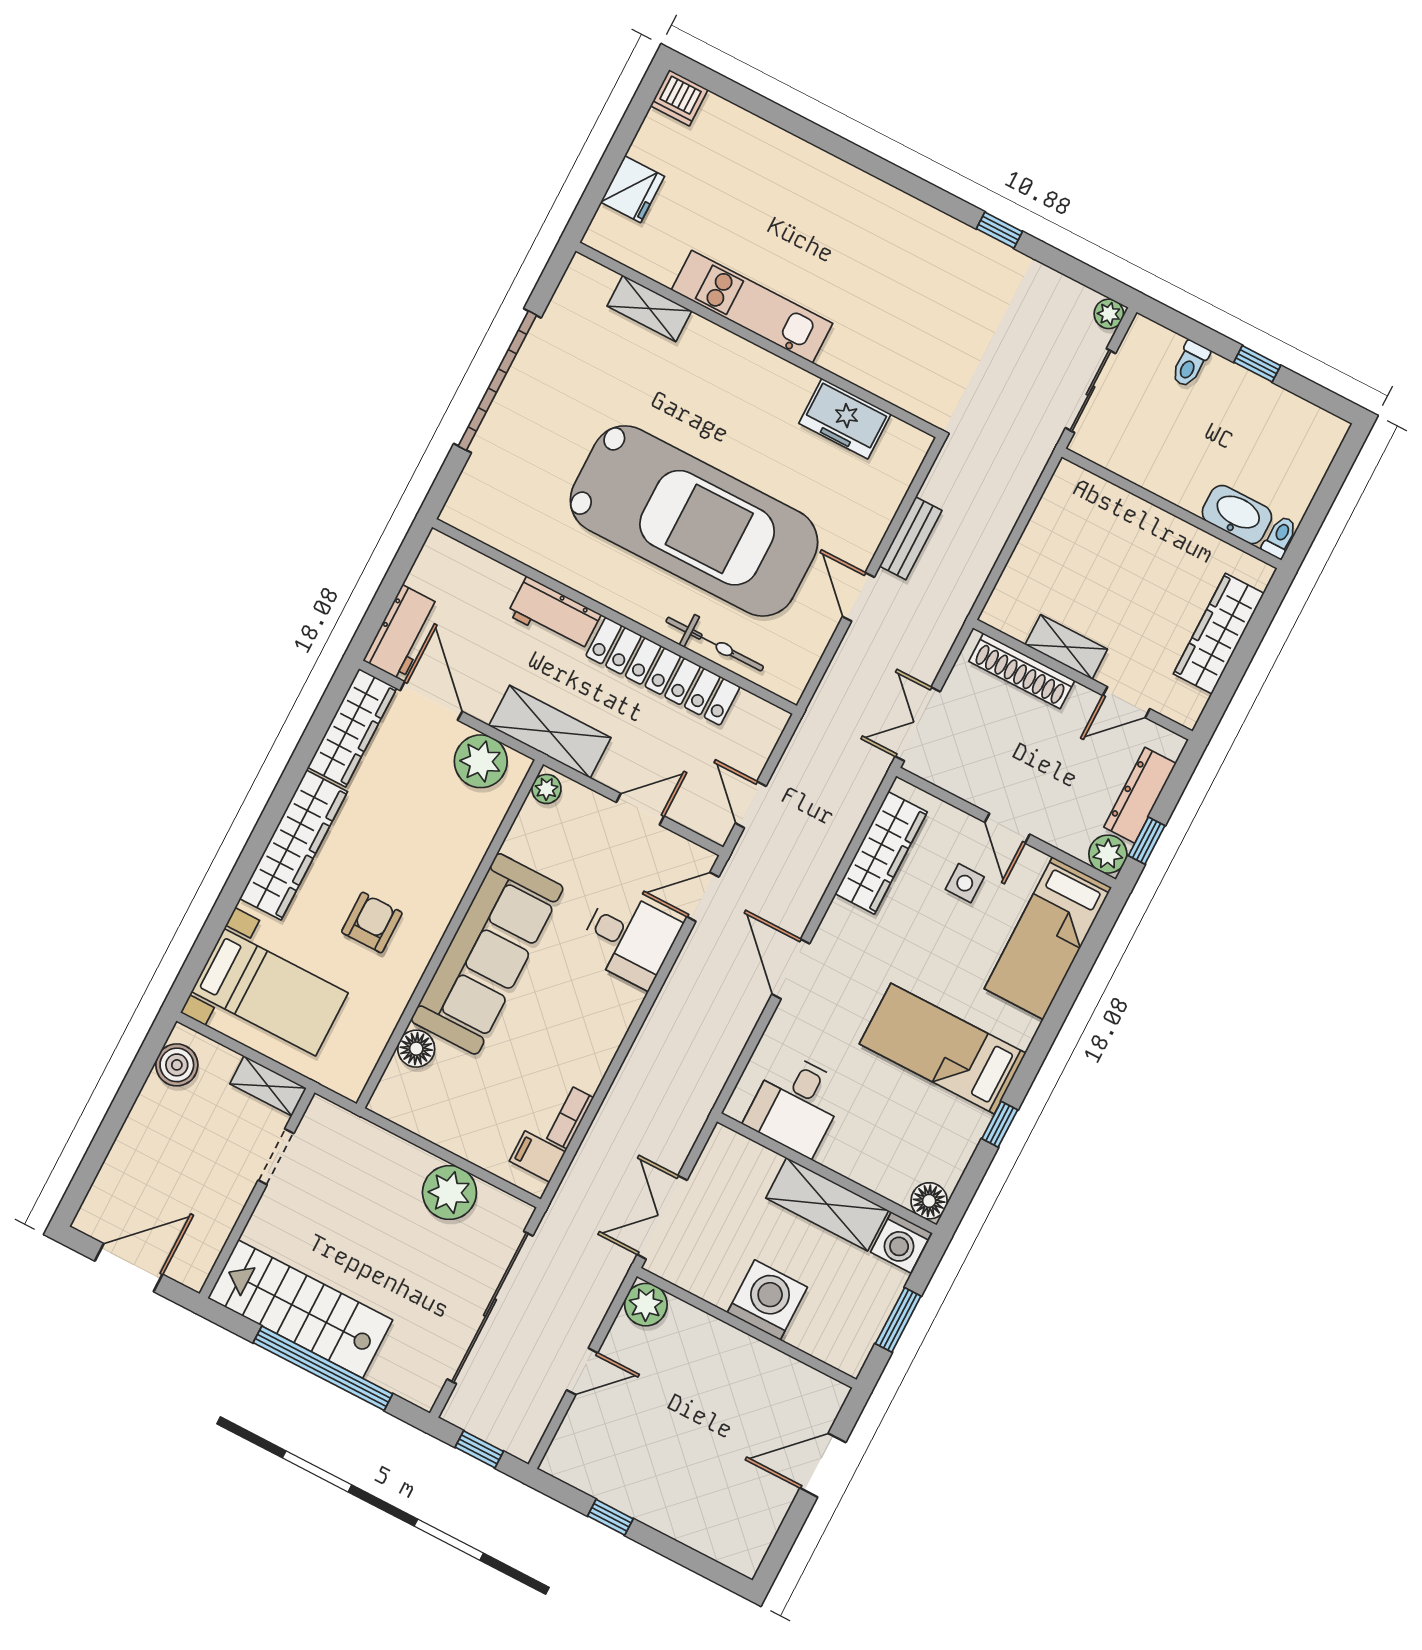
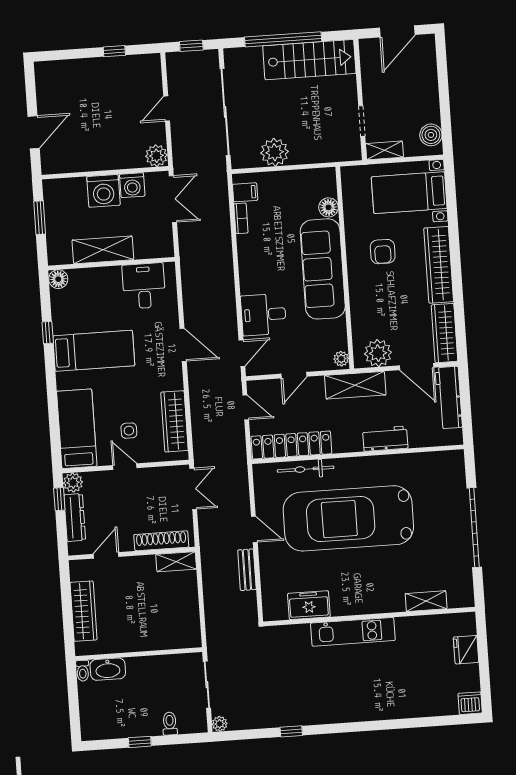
kitchen unit: (752, 307) -> (353, 632), moved
workbench: (402, 633) -> (449, 398), width x1.38
shelving: (1066, 647) -> (176, 562), moved
locker: (663, 671) -> (291, 445), moved
washing machine: (901, 1242) -> (132, 185), moved, turned 180

